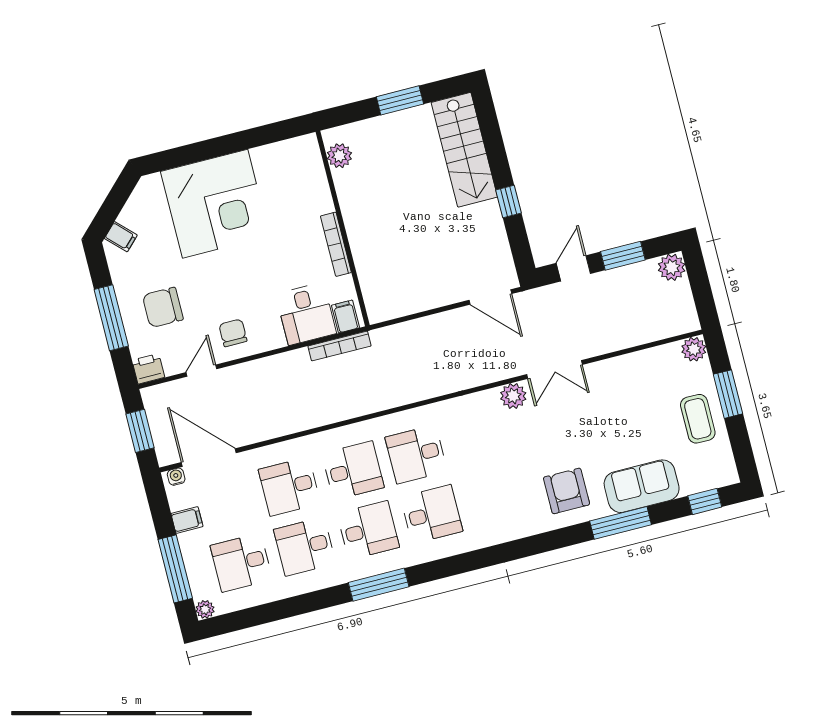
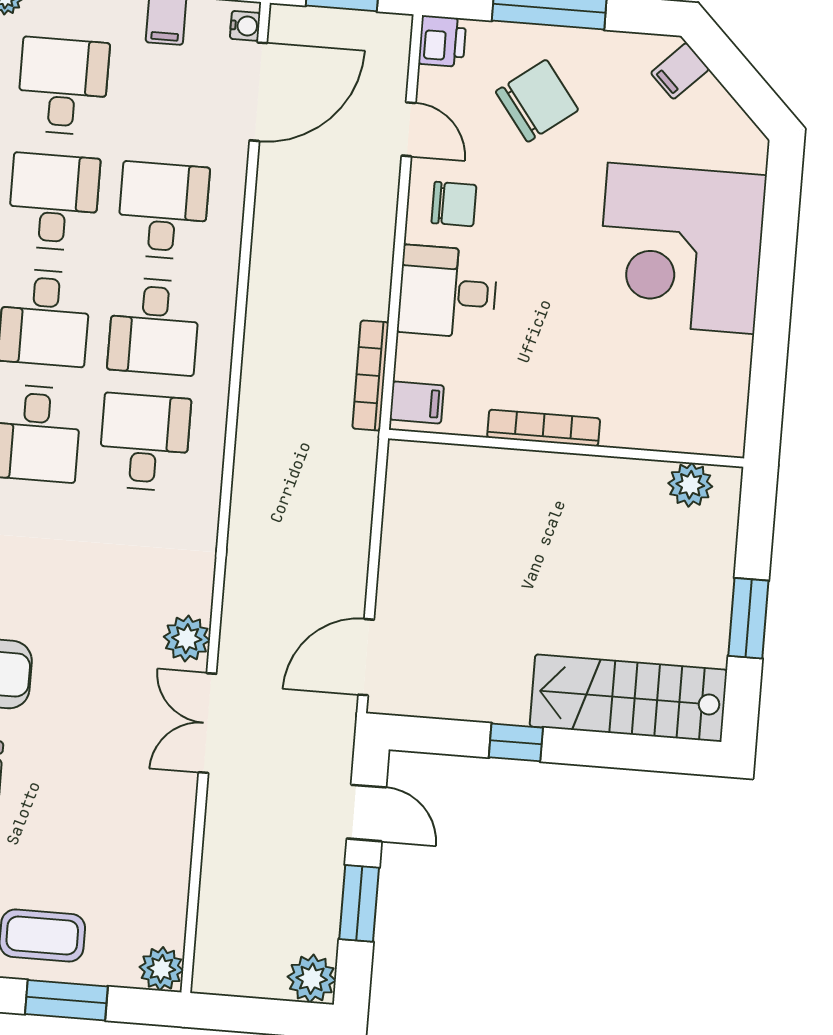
chair: (163, 307) -> (537, 101), turned 53
desk: (306, 314) -> (448, 292), moved

